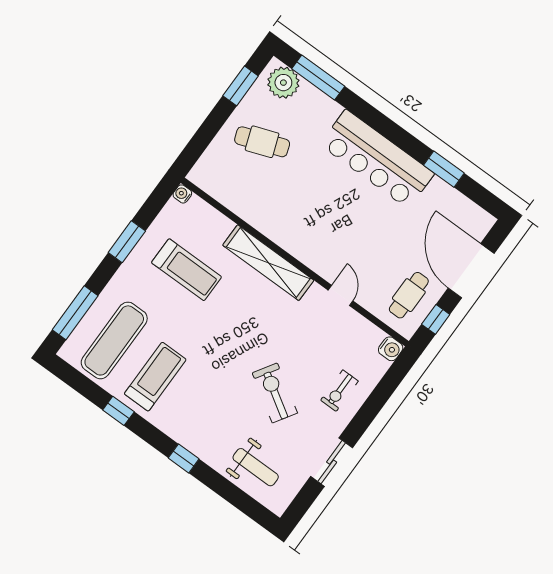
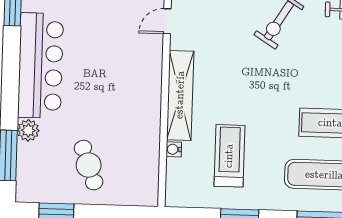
plant: (283, 83) -> (28, 130), moved, width x0.73, depth x0.73
water cooler: (182, 194) -> (174, 149), moved, turned 90

